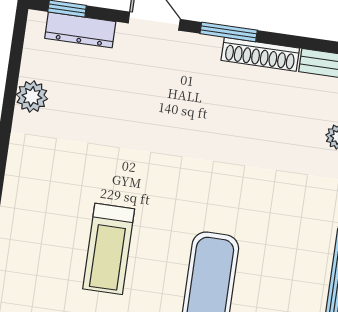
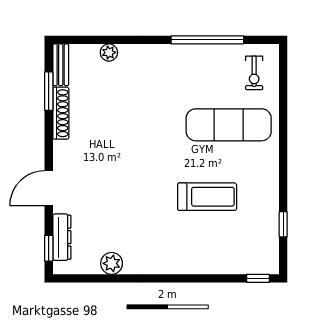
window: (229, 32) -> (49, 91), moved

